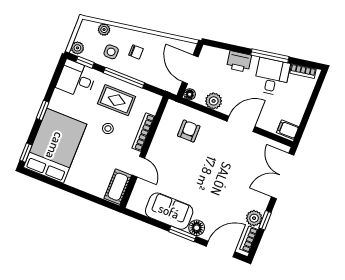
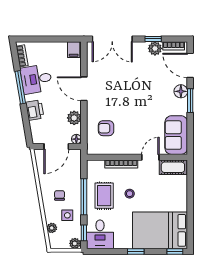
sofa: (169, 211) -> (176, 135), moved

